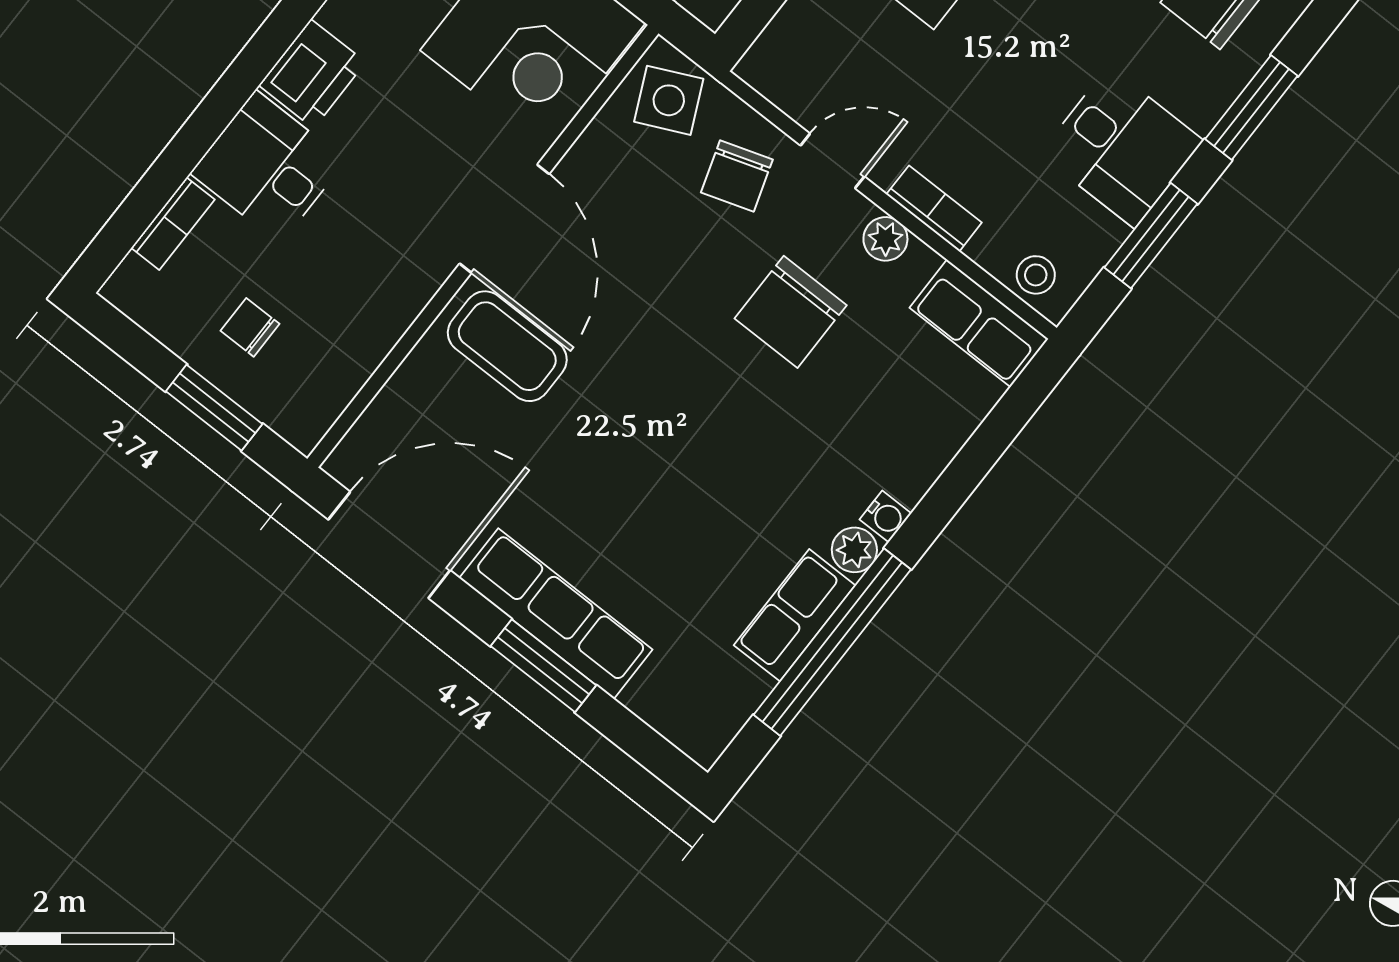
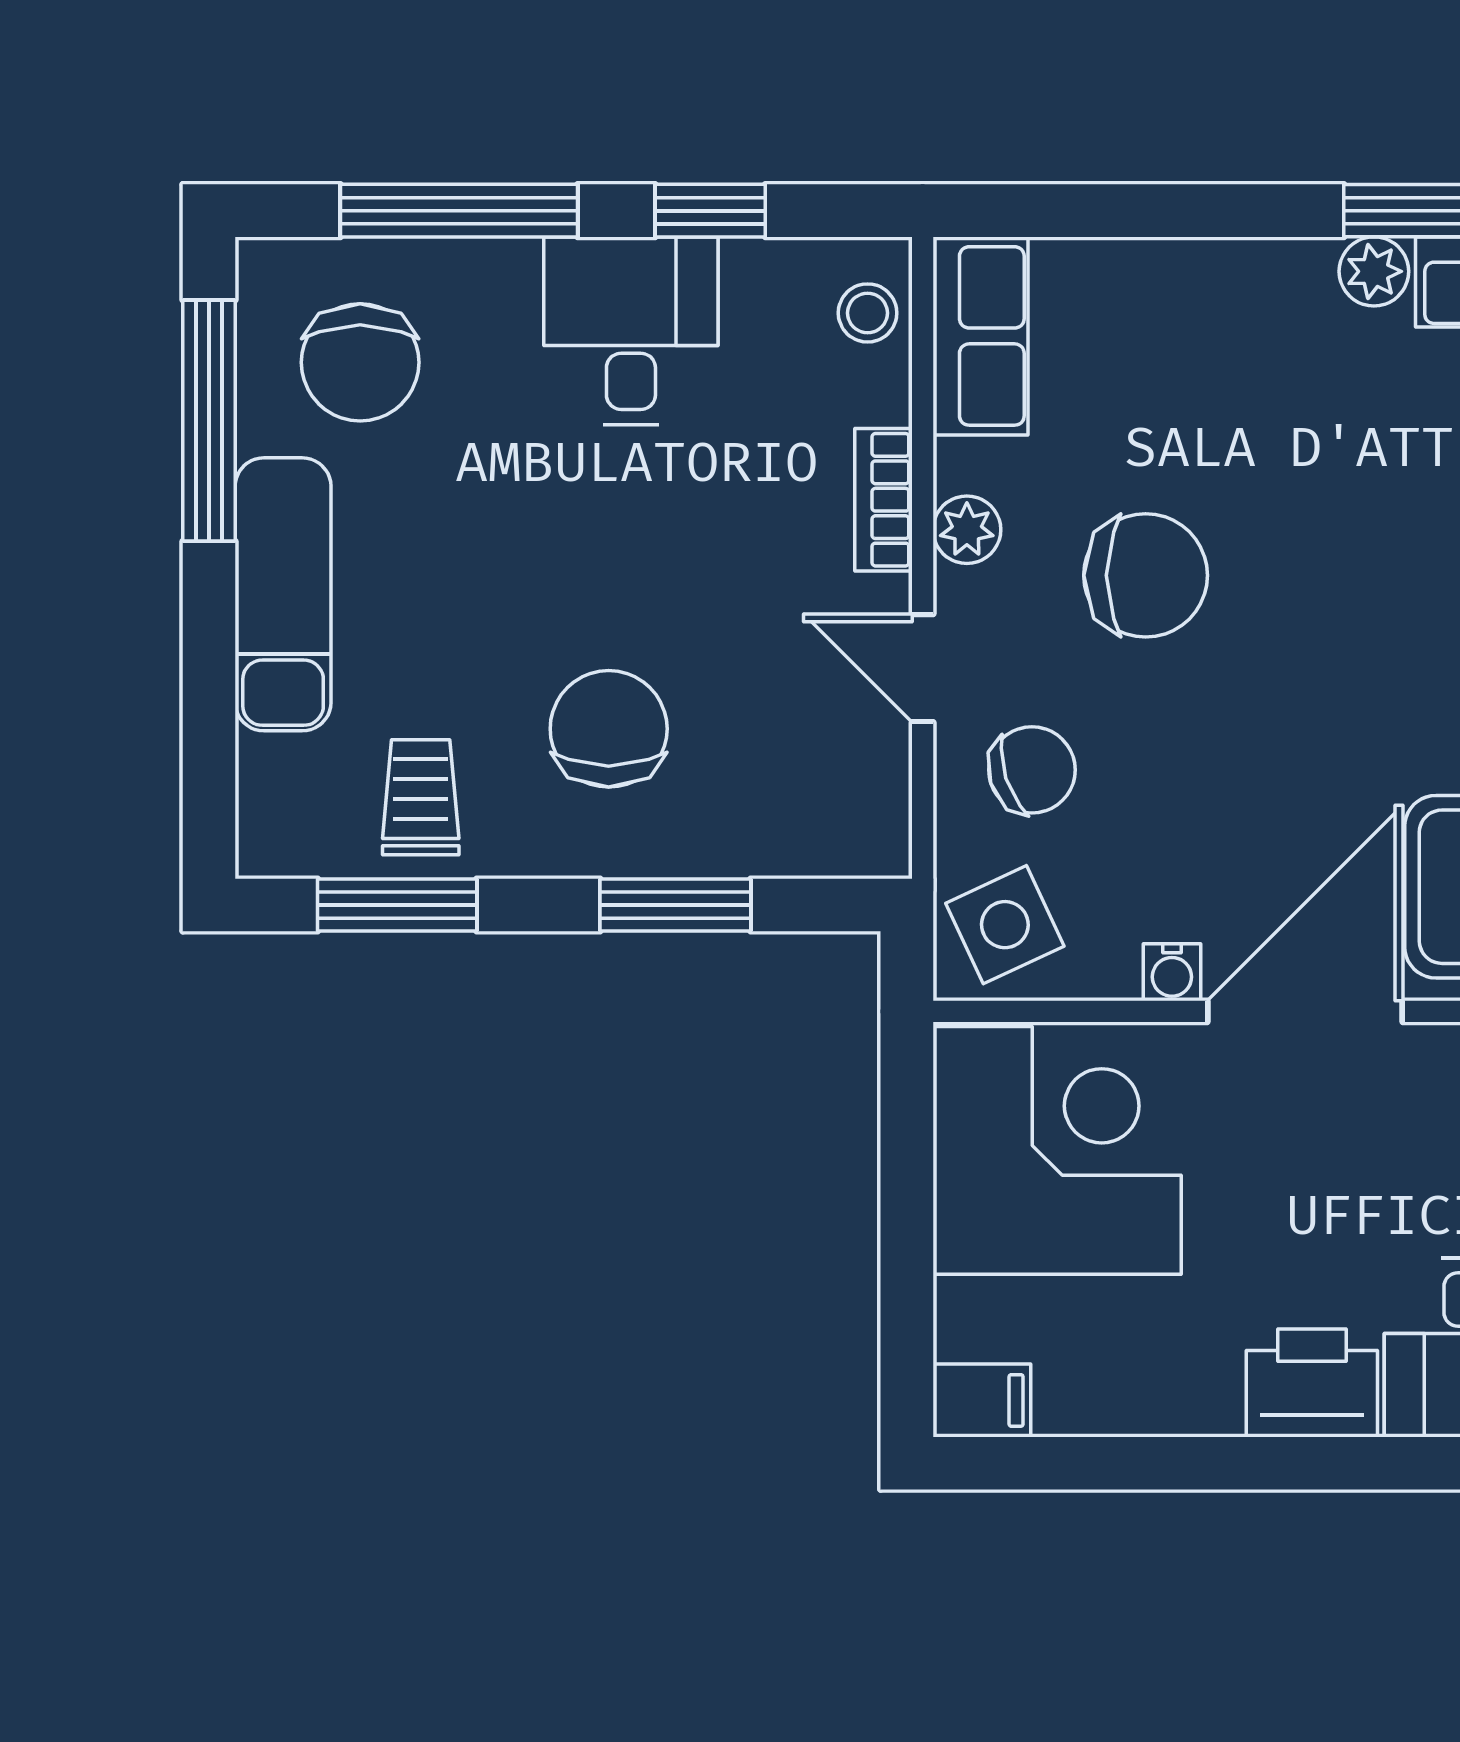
window: (1251, 107) -> (459, 211), width x1.44
window: (1151, 236) -> (710, 211), width x0.67
water cooler: (886, 516) -> (1172, 972), moved, turned 180

